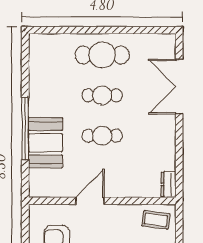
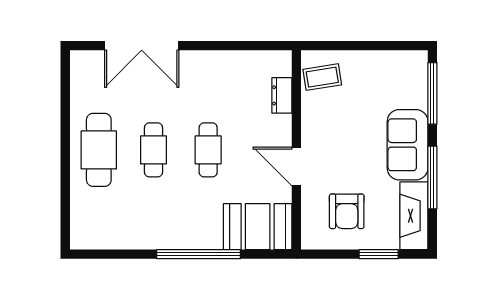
booth: (45, 143) -> (258, 227), moved
dresser: (168, 184) -> (282, 95), moved, turned 90
coffee table: (156, 220) -> (322, 77), turned 74

